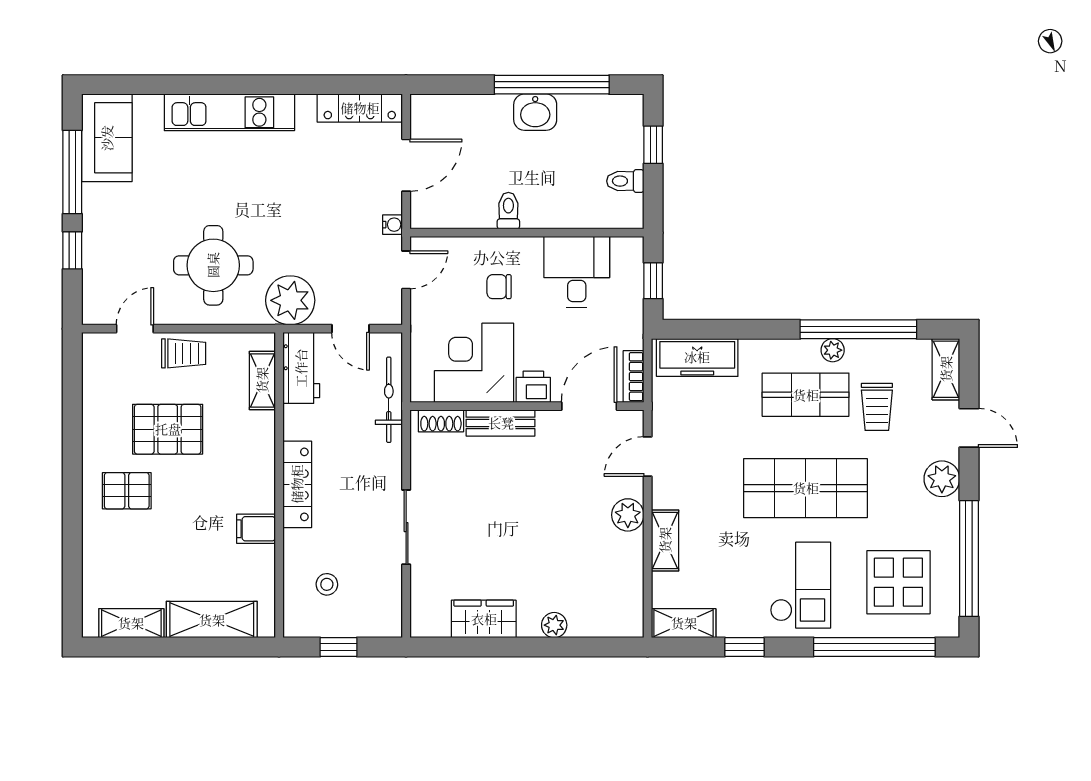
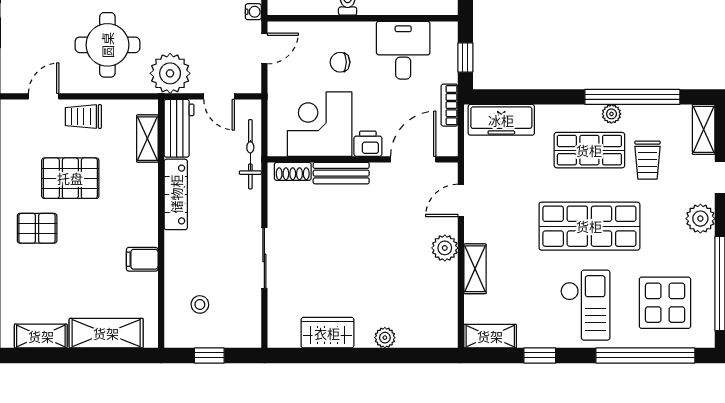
trolley: (184, 353) -> (83, 117), turned 180
bookcase: (634, 377) -> (449, 105), moved
locker: (297, 484) -> (176, 194), moved

